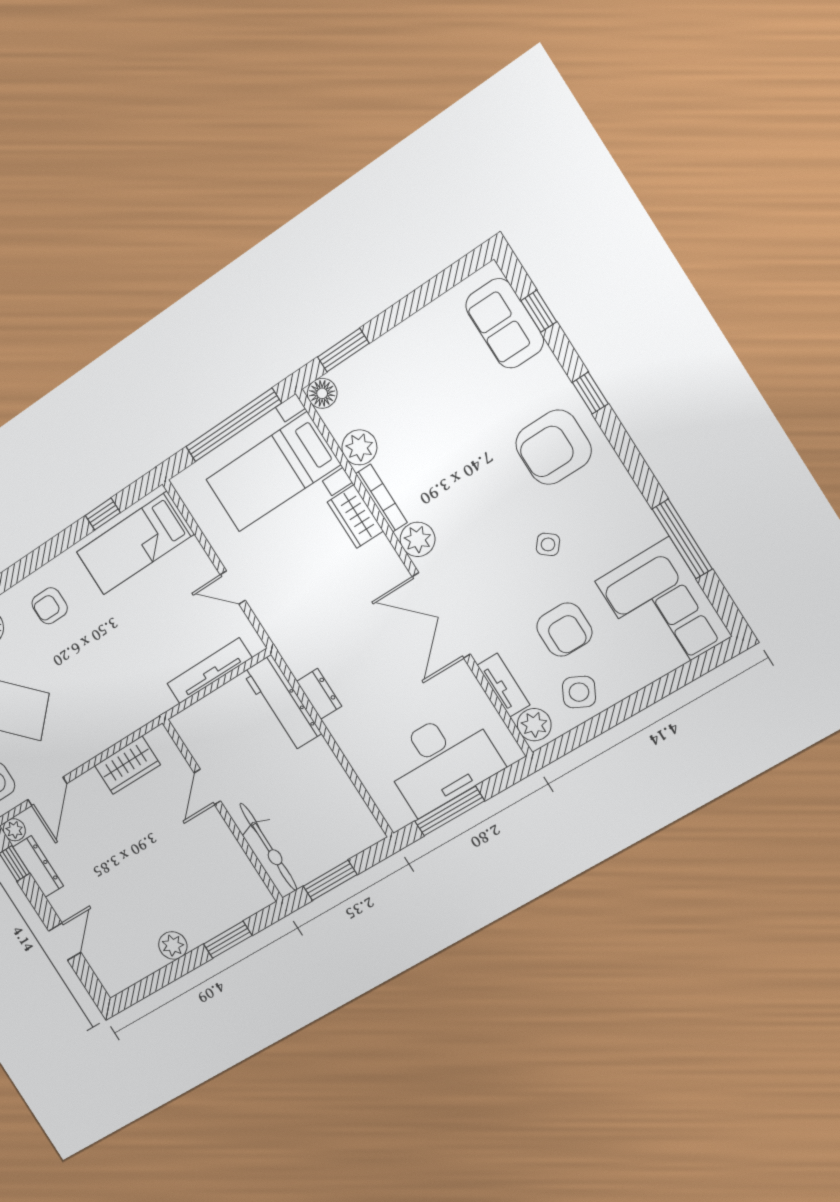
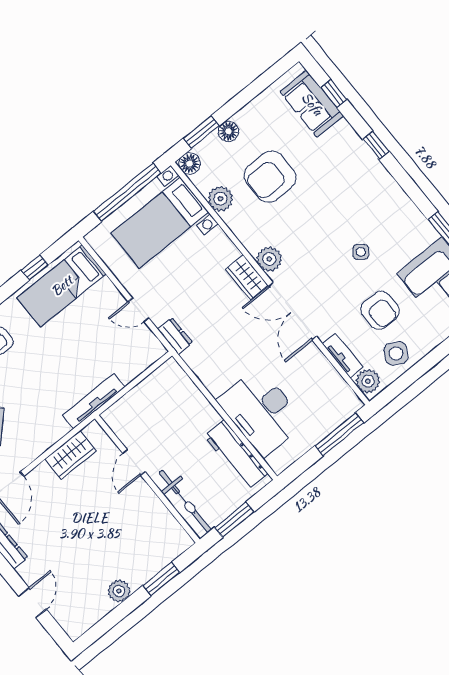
floor lamp: (381, 353) -> (228, 131), added
armchair: (553, 447) -> (270, 177), moved
bookcase: (381, 498) -> (240, 233), removed
wardrobe: (355, 517) -> (247, 277), moved
tv unit: (209, 671) -> (94, 401), moved
dresser: (319, 694) -> (175, 336), moved
workbench: (282, 703) -> (236, 455), moved
desk: (441, 761) -> (261, 412), moved, turned 90
window: (450, 811) -> (339, 434), moved

